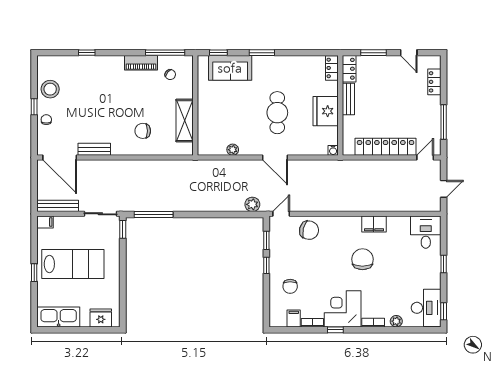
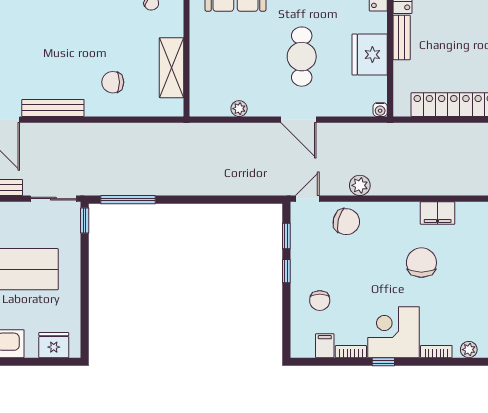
bench: (94, 149) -> (53, 108), width x1.36
plant: (252, 204) -> (360, 185), moved

